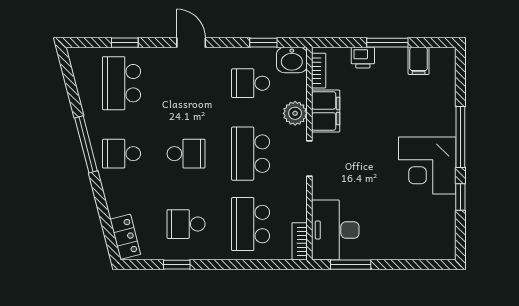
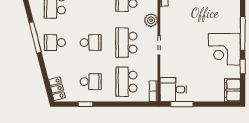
filing cabinet: (326, 111) -> (232, 90), moved, turned 180
school desk: (186, 224) -> (91, 82), turned 180
desk: (335, 230) -> (173, 89), width x0.73

